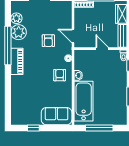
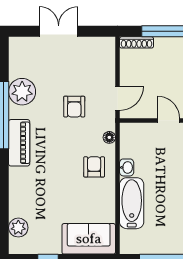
plant: (16, 18) -> (18, 228), moved
door: (73, 36) -> (117, 98), swing flipped
bathtub: (84, 101) -> (132, 203), width x0.73, depth x0.73

